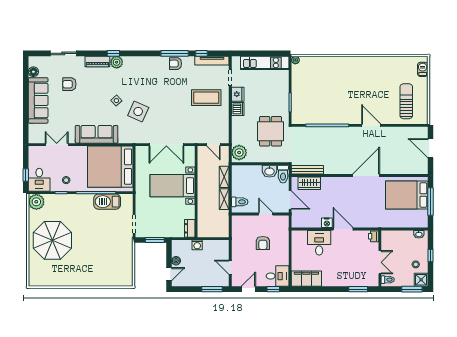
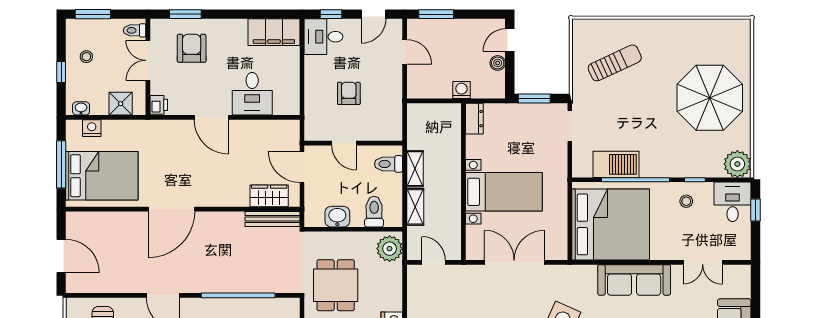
toilet: (283, 174) -> (374, 212), moved
nightstand: (327, 223) -> (92, 128), moved
sun lounger: (108, 261) -> (615, 63), added
armchair: (354, 269) -> (192, 48), added
shower: (421, 280) -> (121, 104), moved

